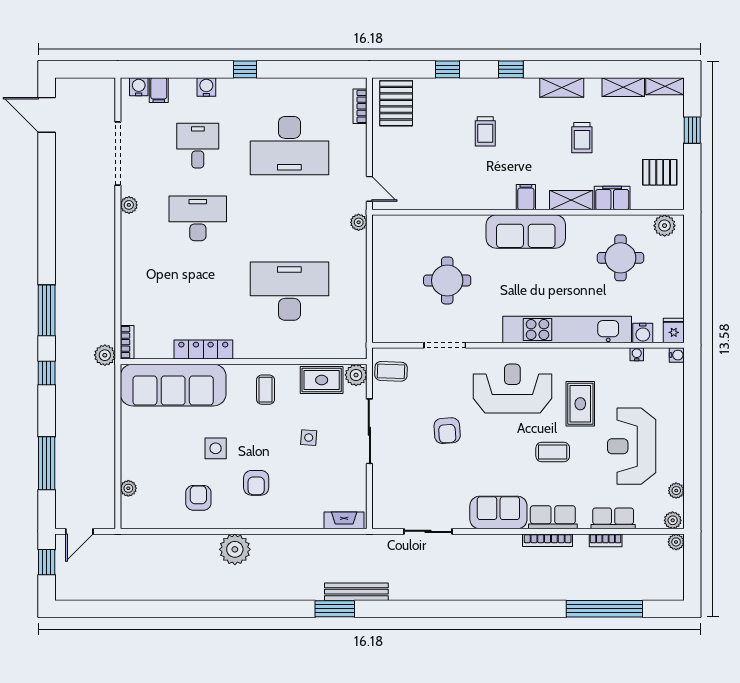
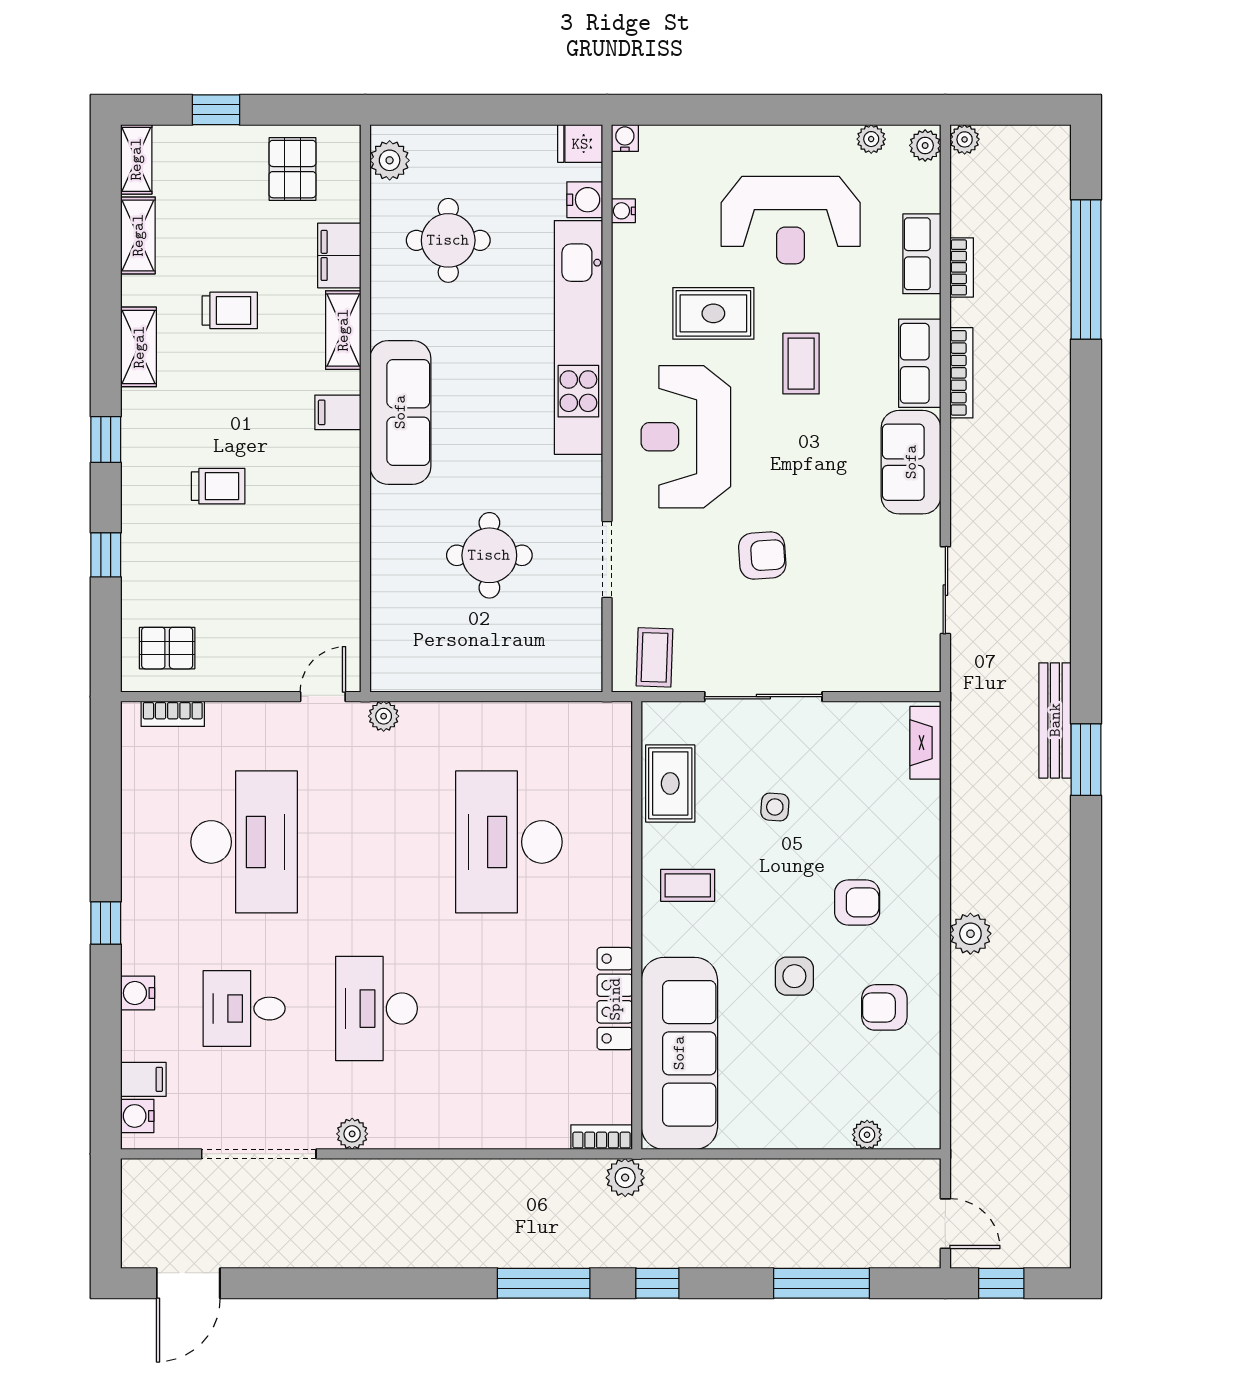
pallet: (396, 103) -> (167, 648), width x0.67, depth x0.71
plant: (356, 375) -> (661, 721), removed
plant: (235, 549) -> (970, 934), width x0.73, depth x0.73

